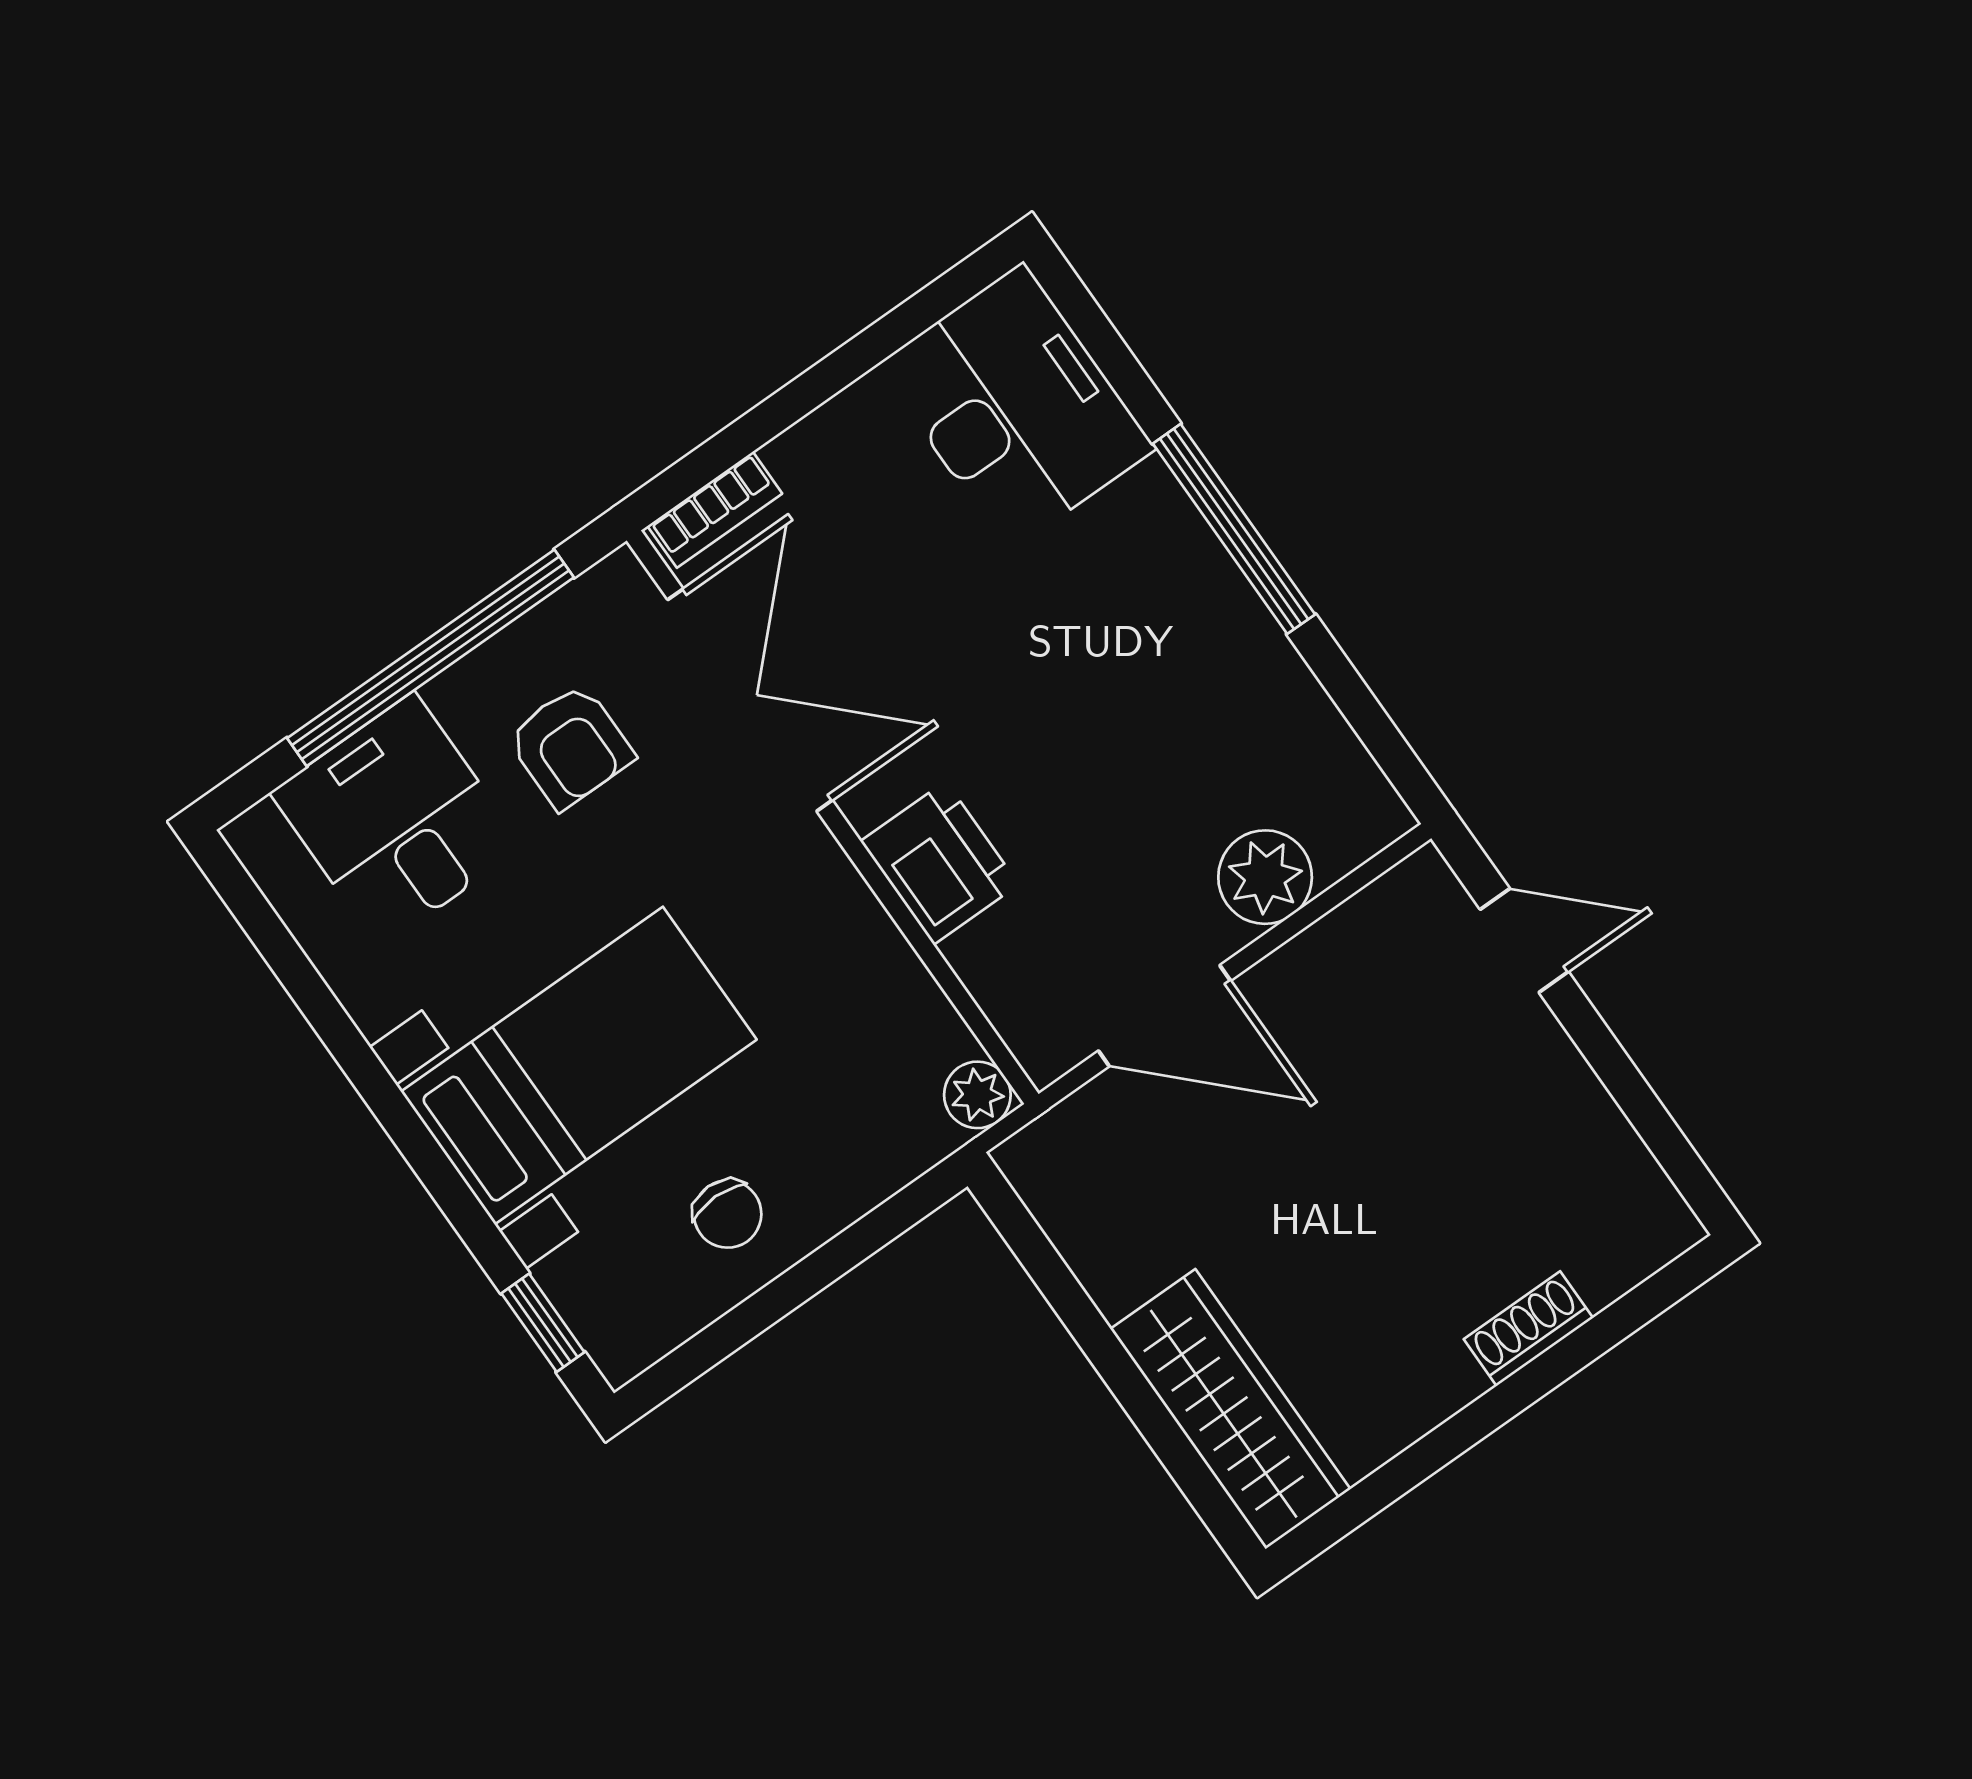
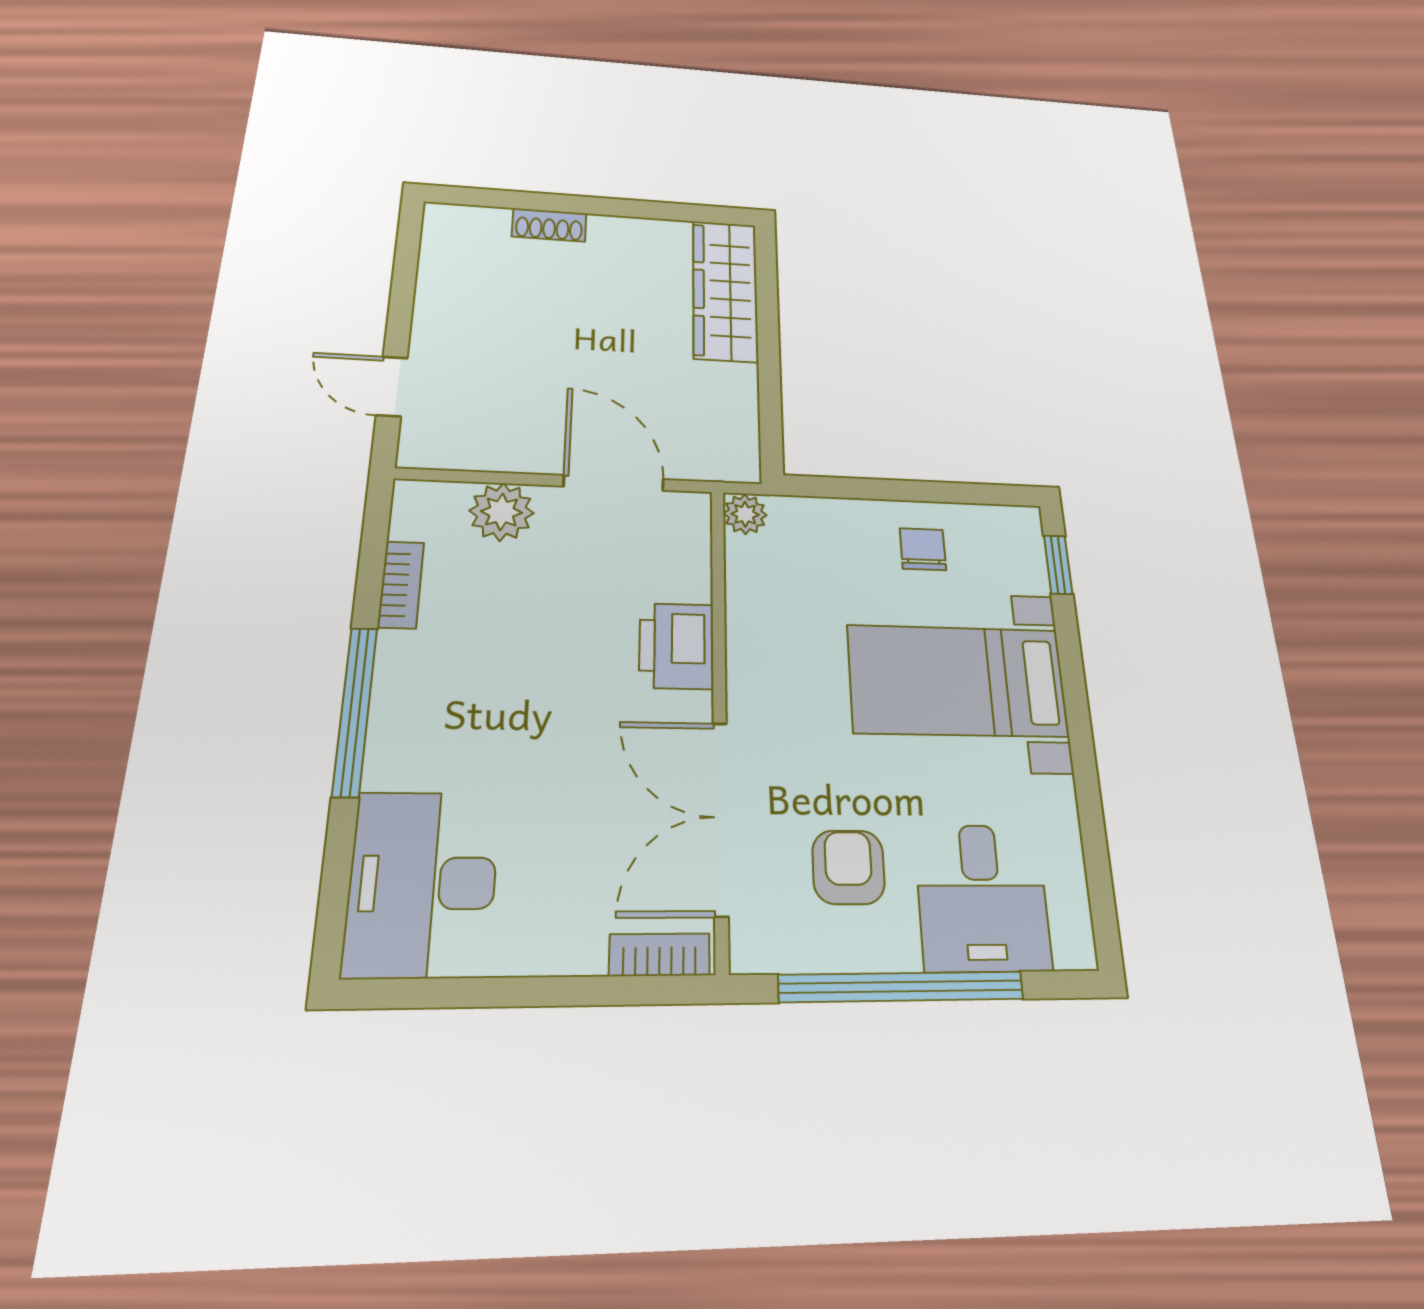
bookcase: (1305, 704) -> (401, 585), added

